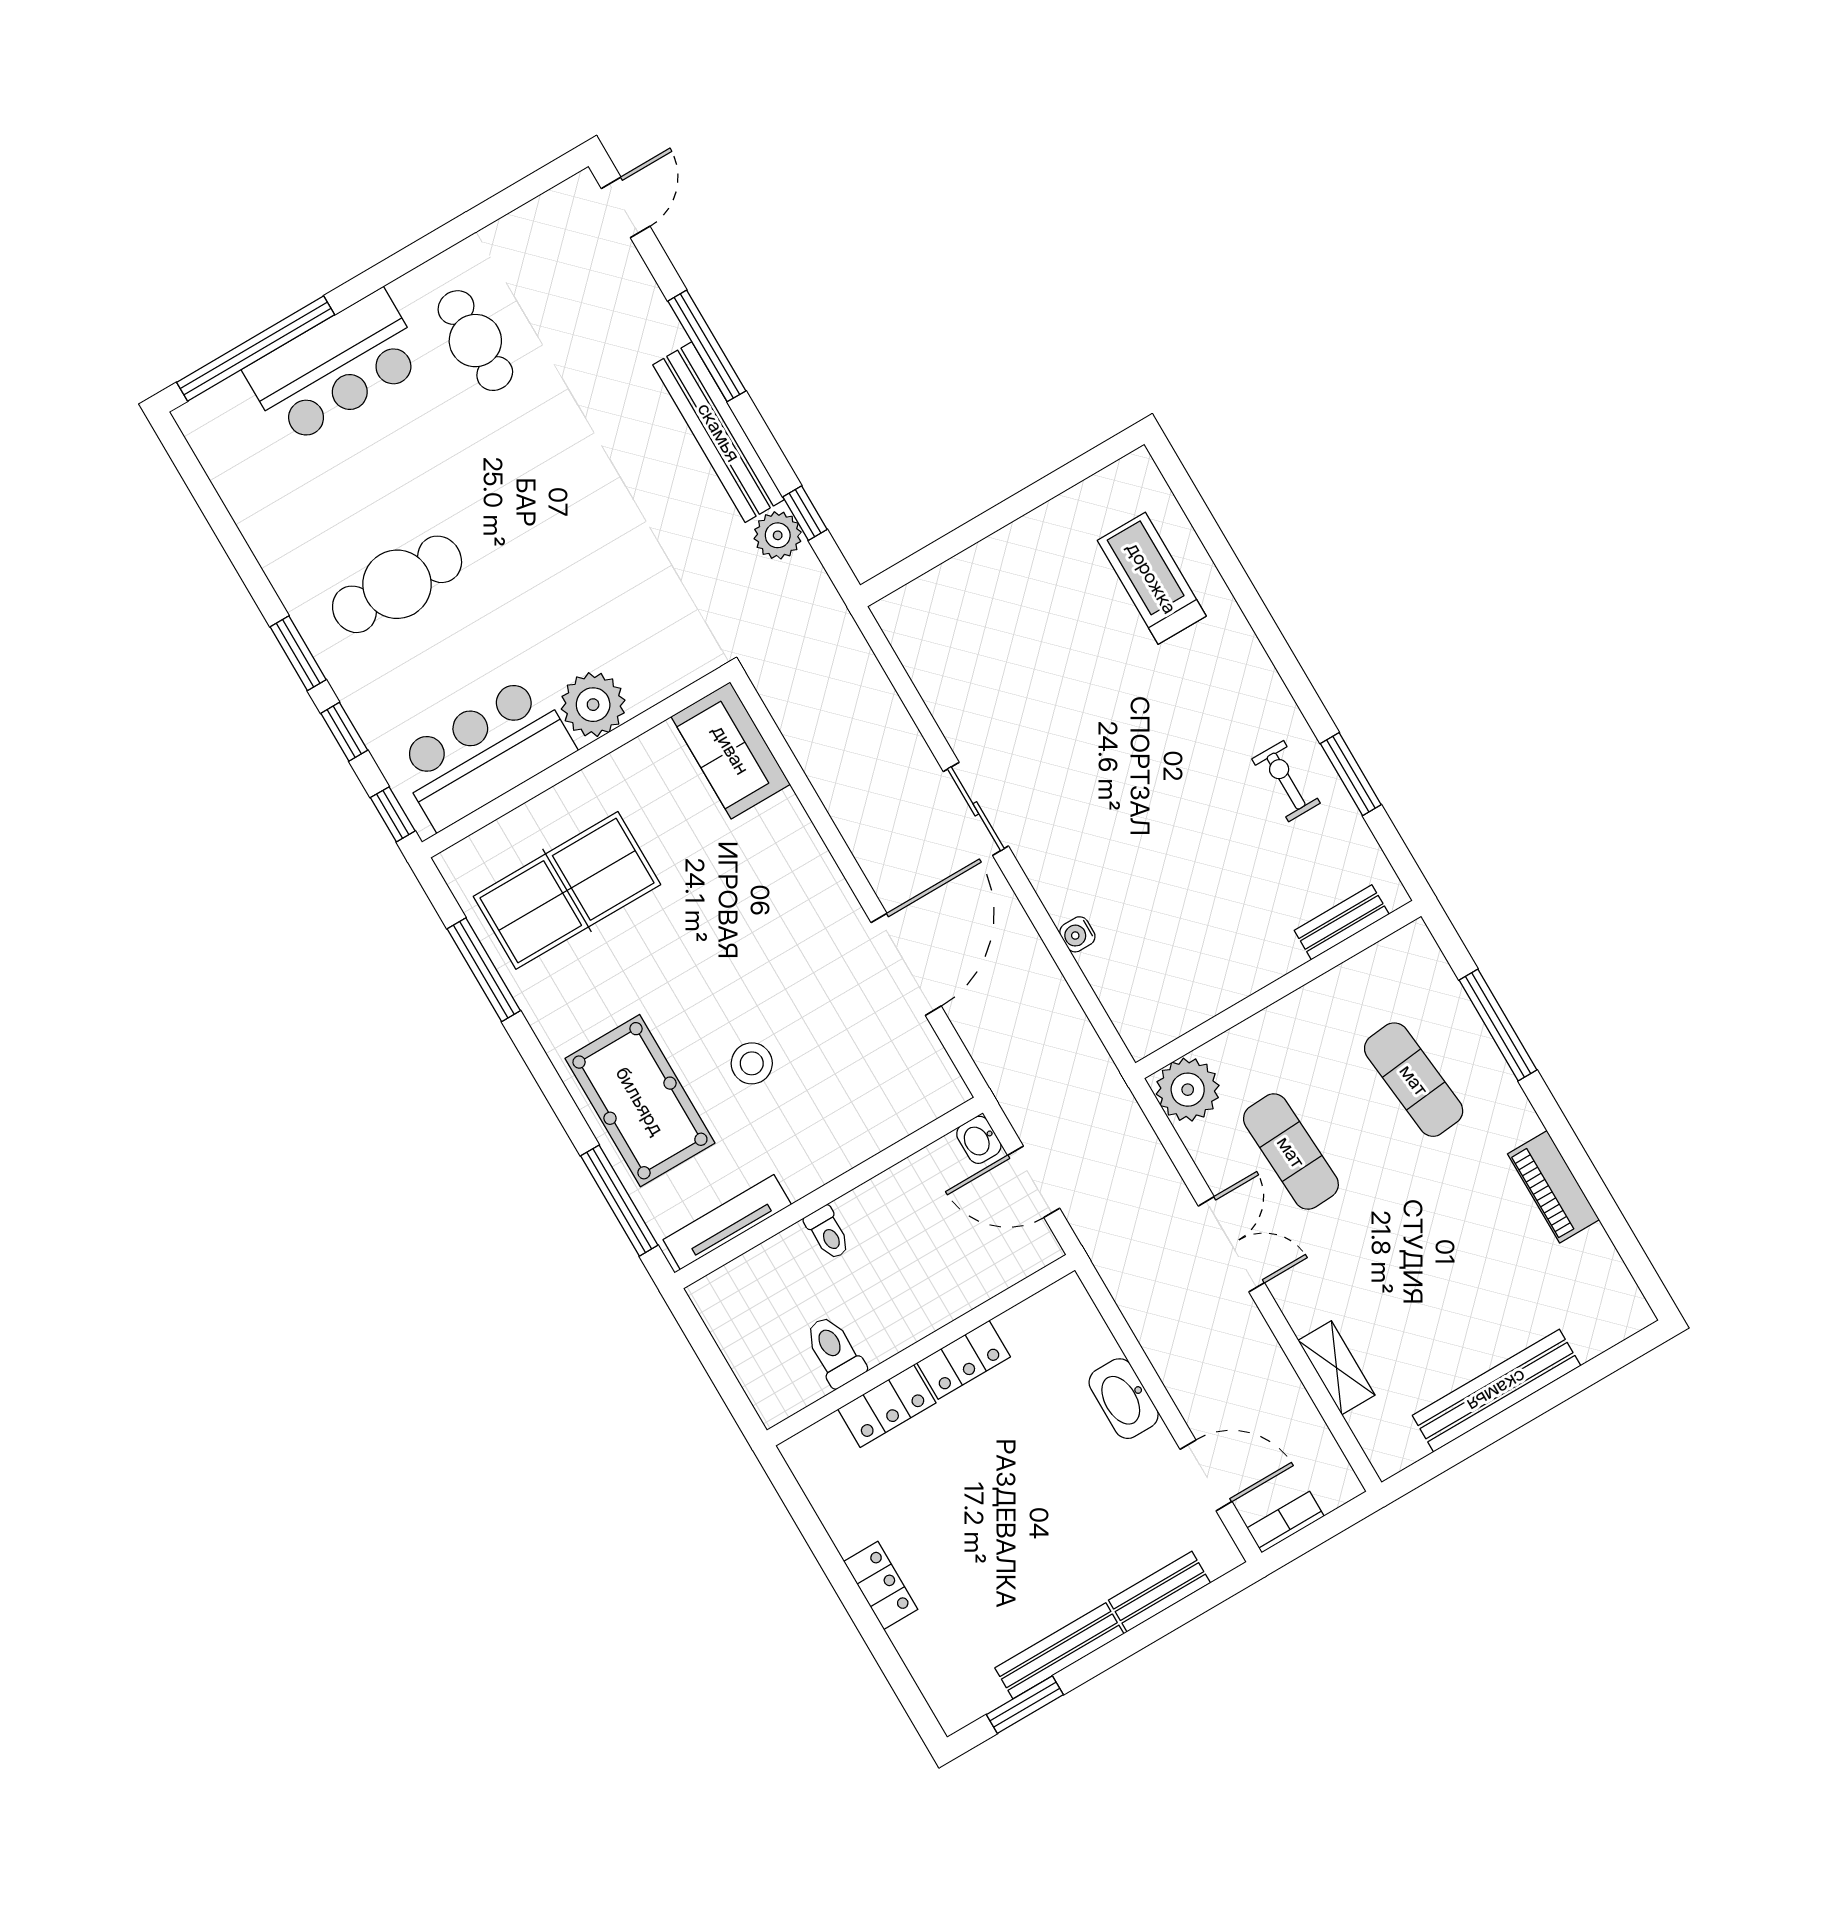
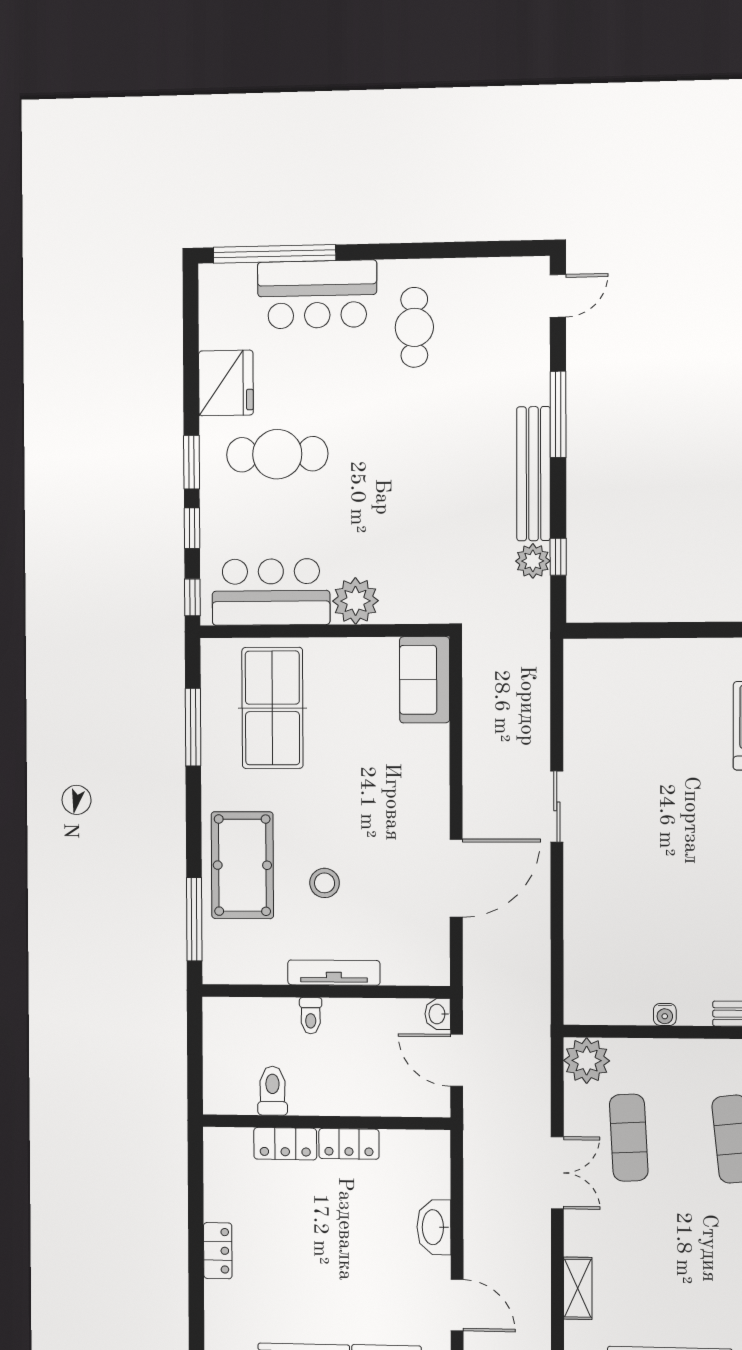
fridge: (285, 535) -> (226, 383), added
table tennis table: (567, 890) -> (272, 708), turned 90
water cooler: (1077, 934) -> (665, 1014), moved, turned -90
tv unit: (727, 1222) -> (334, 973), moved

